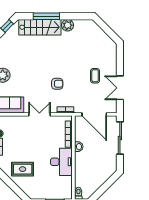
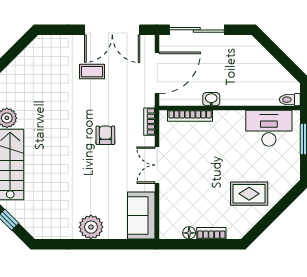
double door: (120, 88) -> (112, 30), width x1.37
desk: (61, 162) -> (269, 128), moved
rug: (23, 169) -> (249, 194), turned 90

